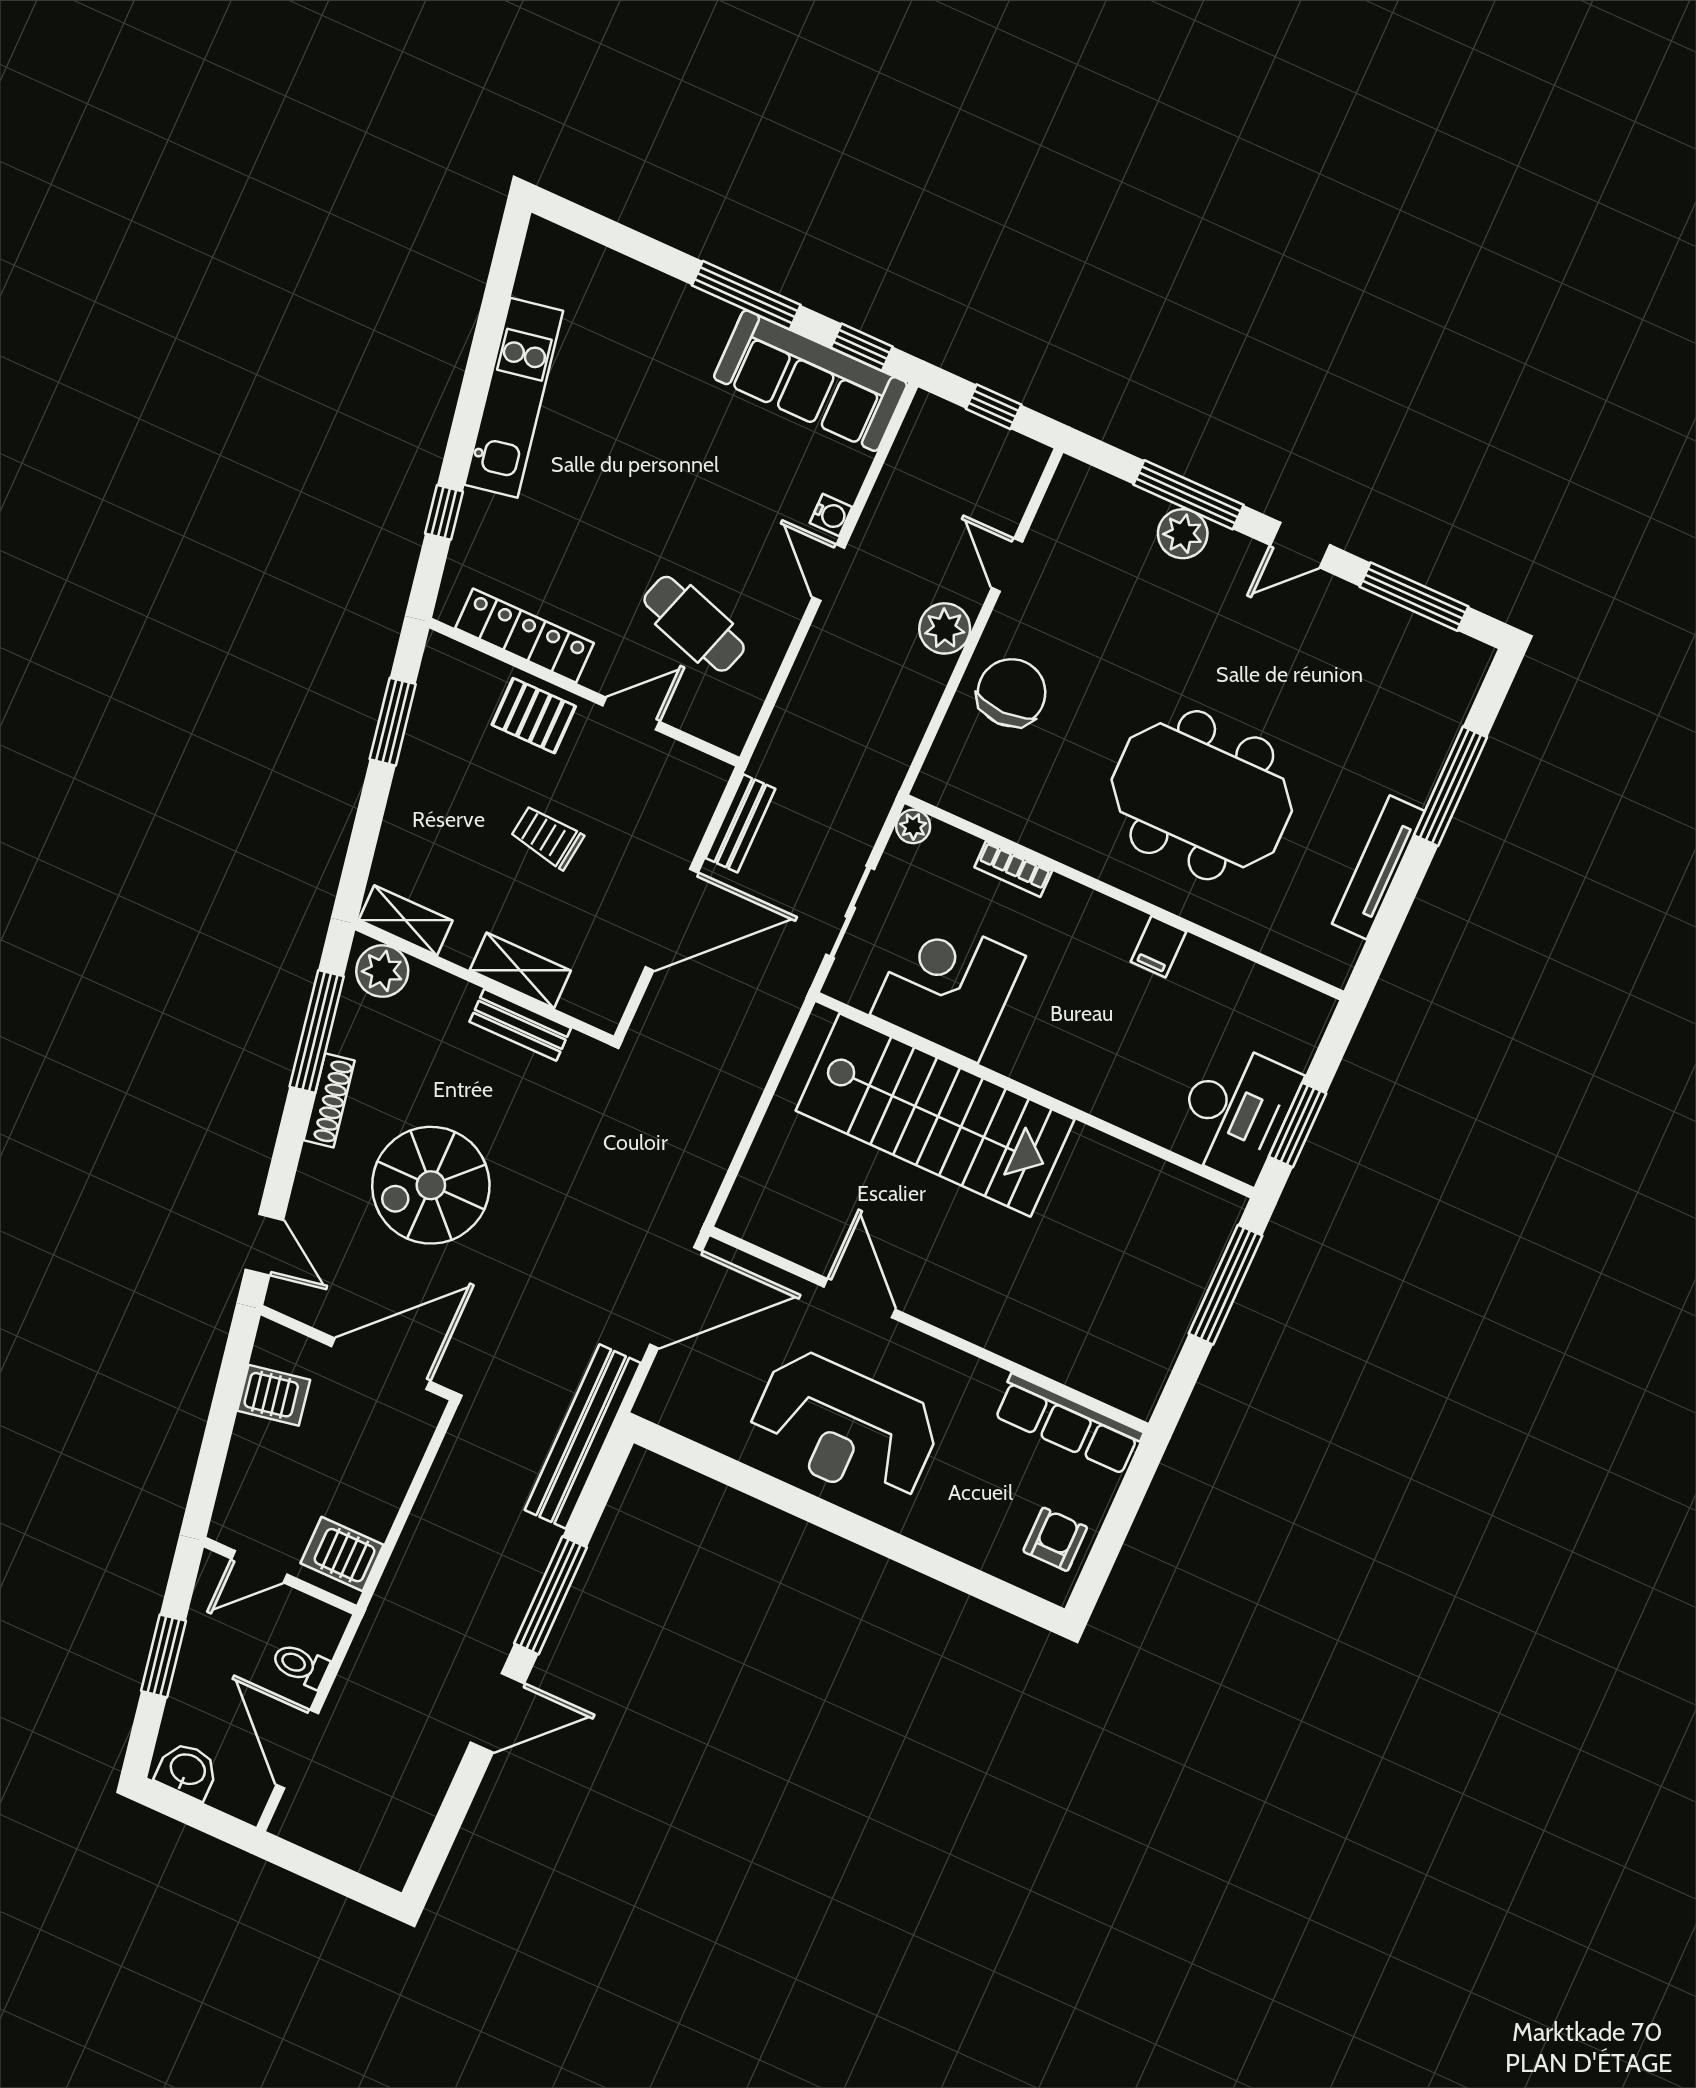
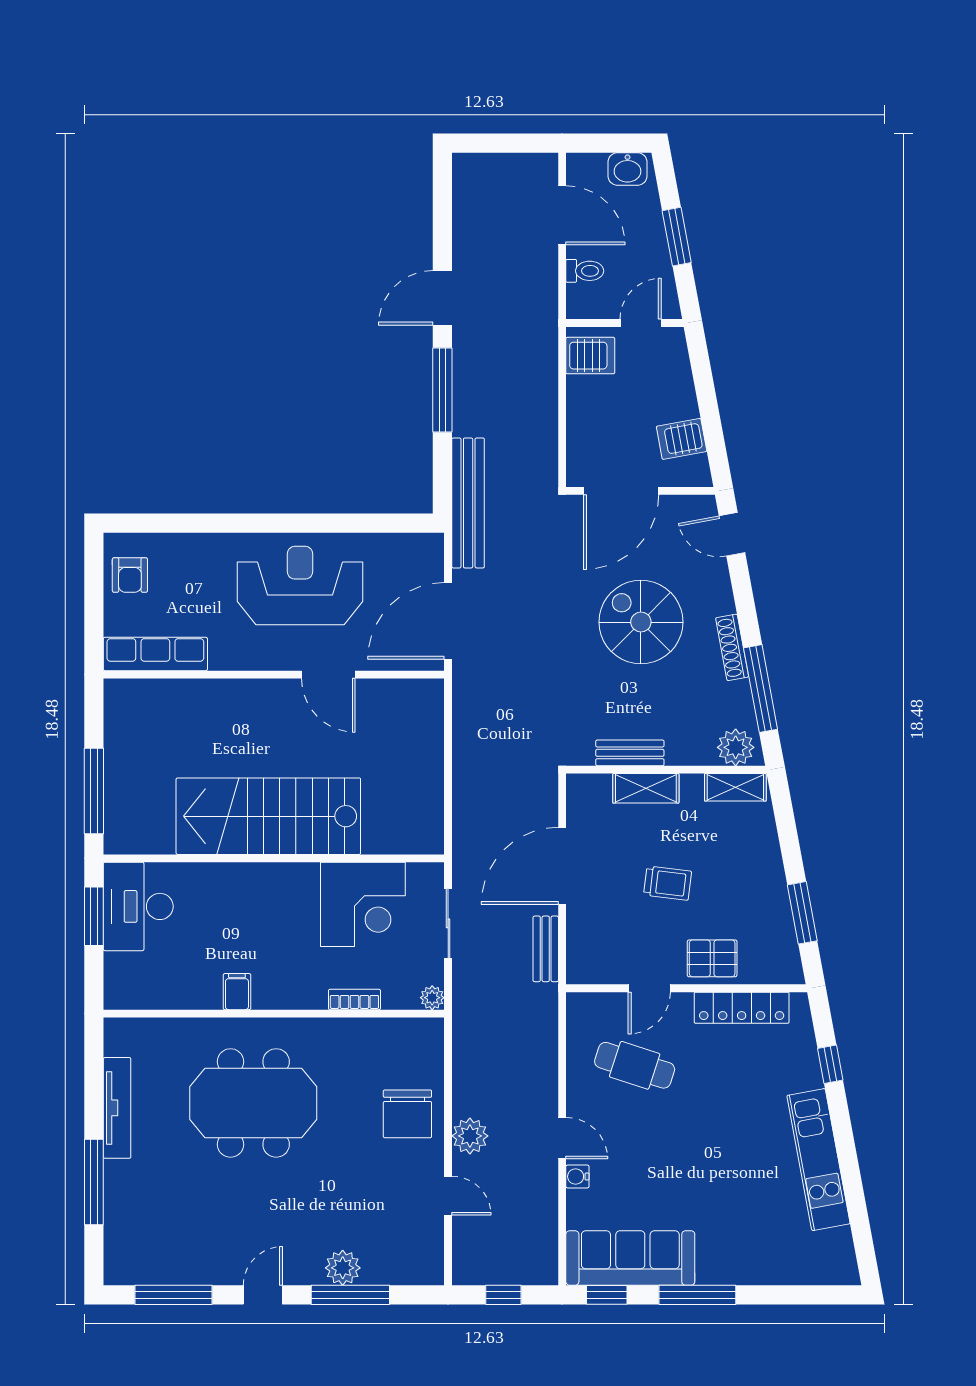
stairs: (935, 1115) -> (268, 816), moved
spiral stairs: (431, 1185) -> (641, 622), turned -90

